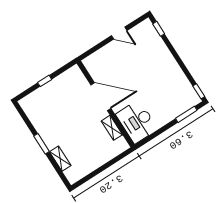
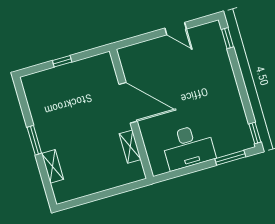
desk: (137, 122) -> (188, 147), moved, turned -90

